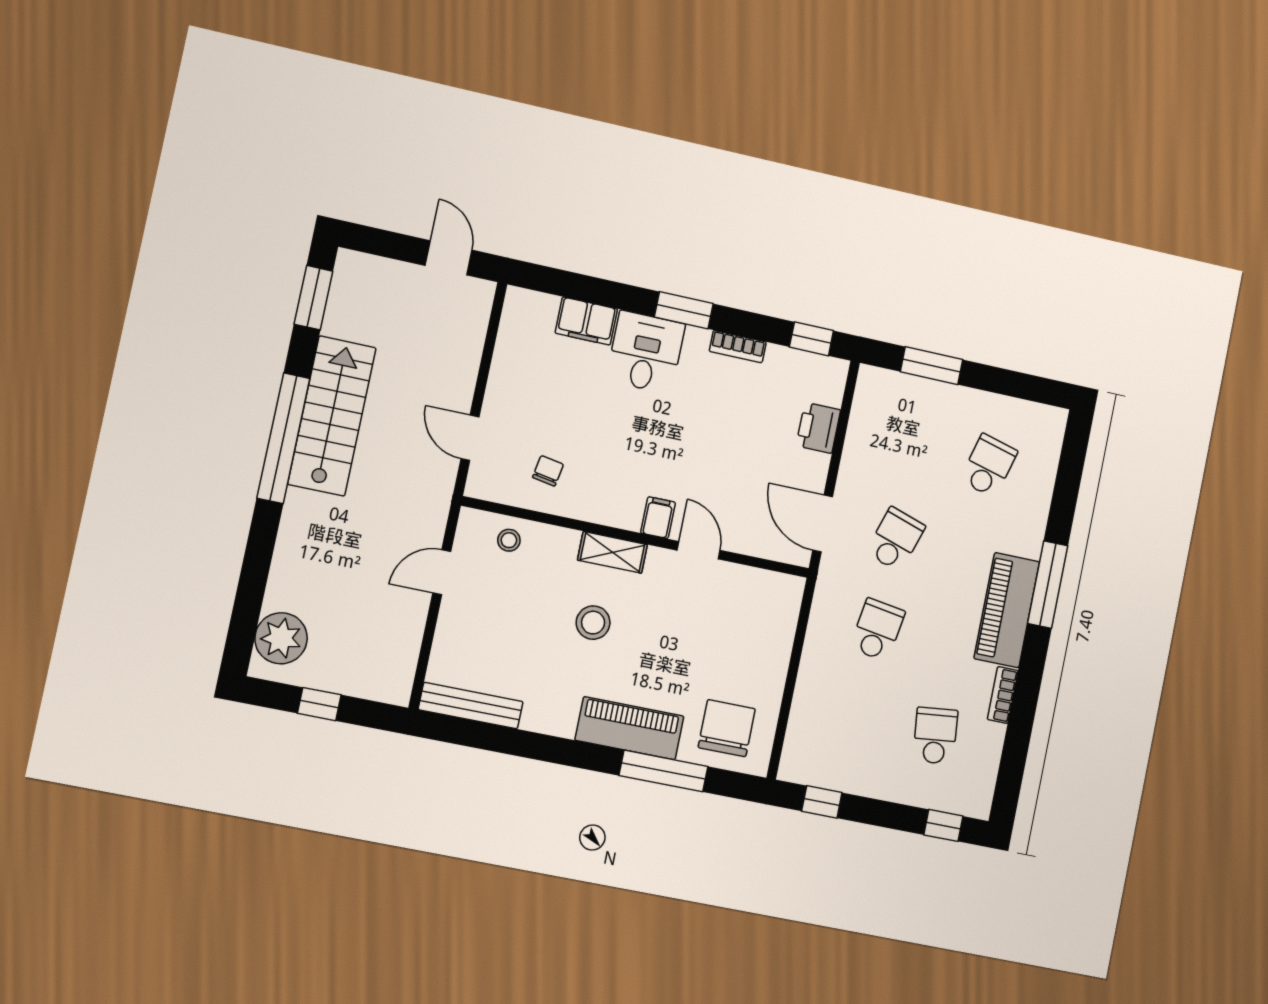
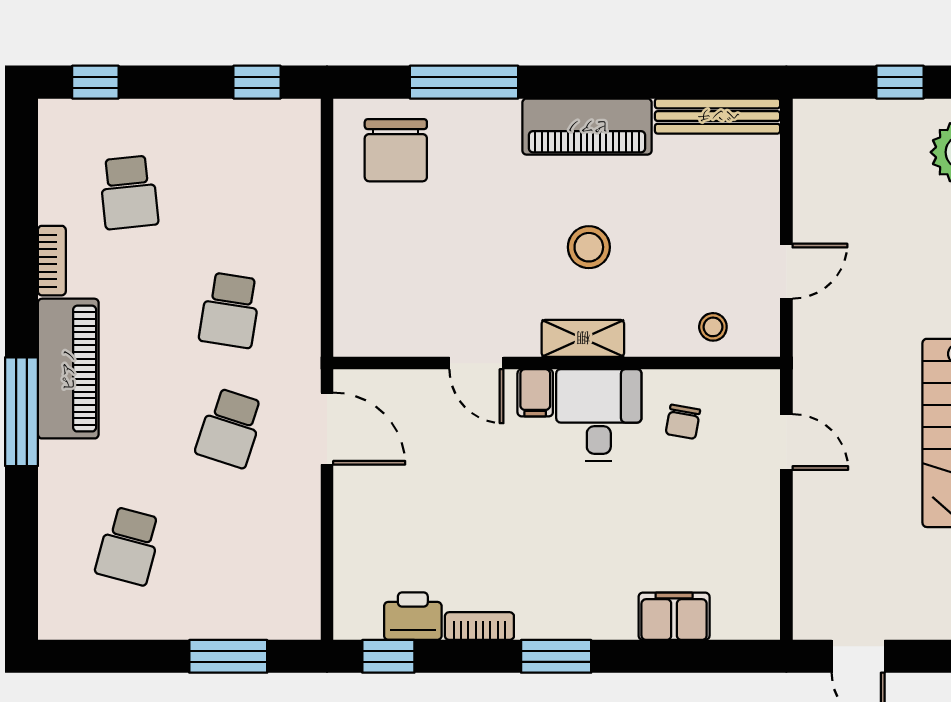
desk: (646, 352) -> (599, 415), moved, turned 180
printer: (818, 428) -> (413, 616), moved, turned -90
piano: (629, 728) -> (587, 127), moved

